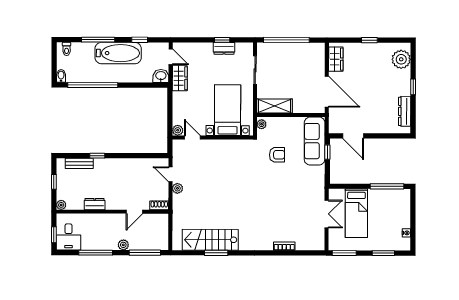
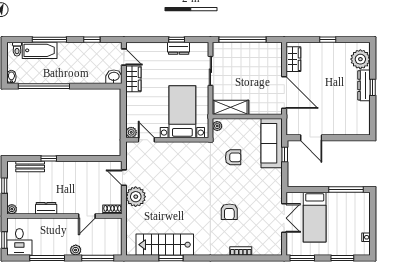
bathtub: (118, 53) -> (40, 50), moved, width x0.73, depth x0.73
dresser: (405, 111) -> (364, 85), moved
plant: (177, 188) -> (136, 197), width x1.87, depth x1.87
armchair: (273, 208) -> (229, 212), added

